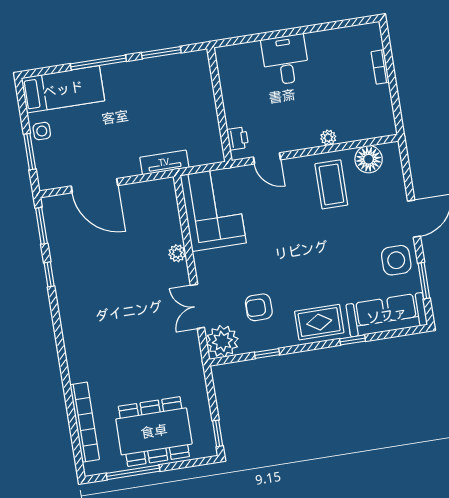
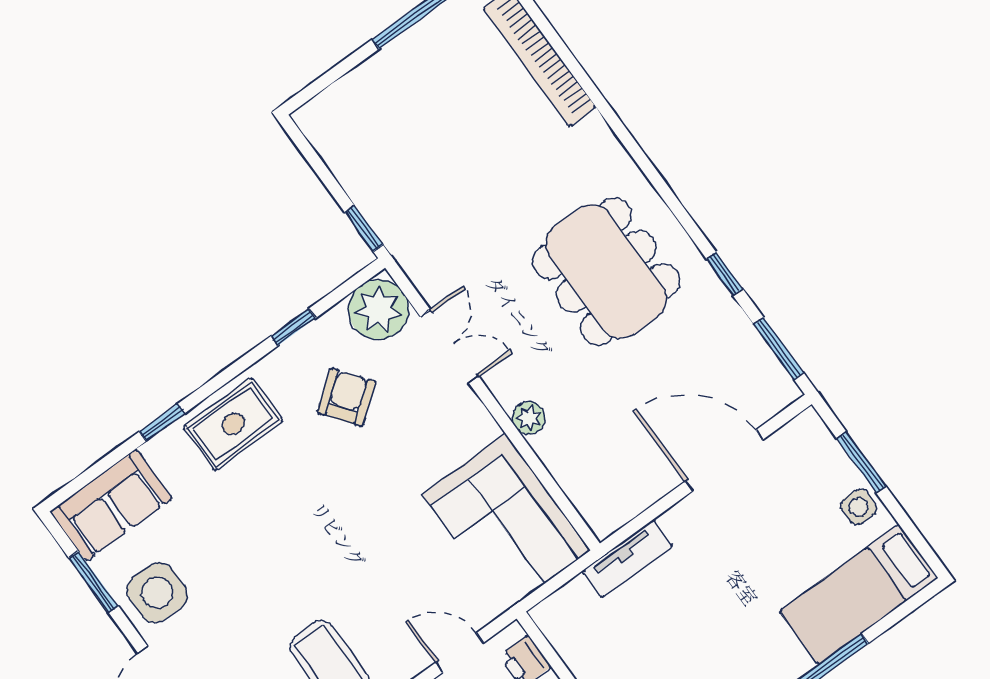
armchair: (259, 307) -> (347, 397), turned -37
sofa: (387, 315) -> (111, 505), width x0.73
dining table: (154, 431) -> (606, 271), moved, turned 90
window: (218, 433) -> (364, 228), moved

